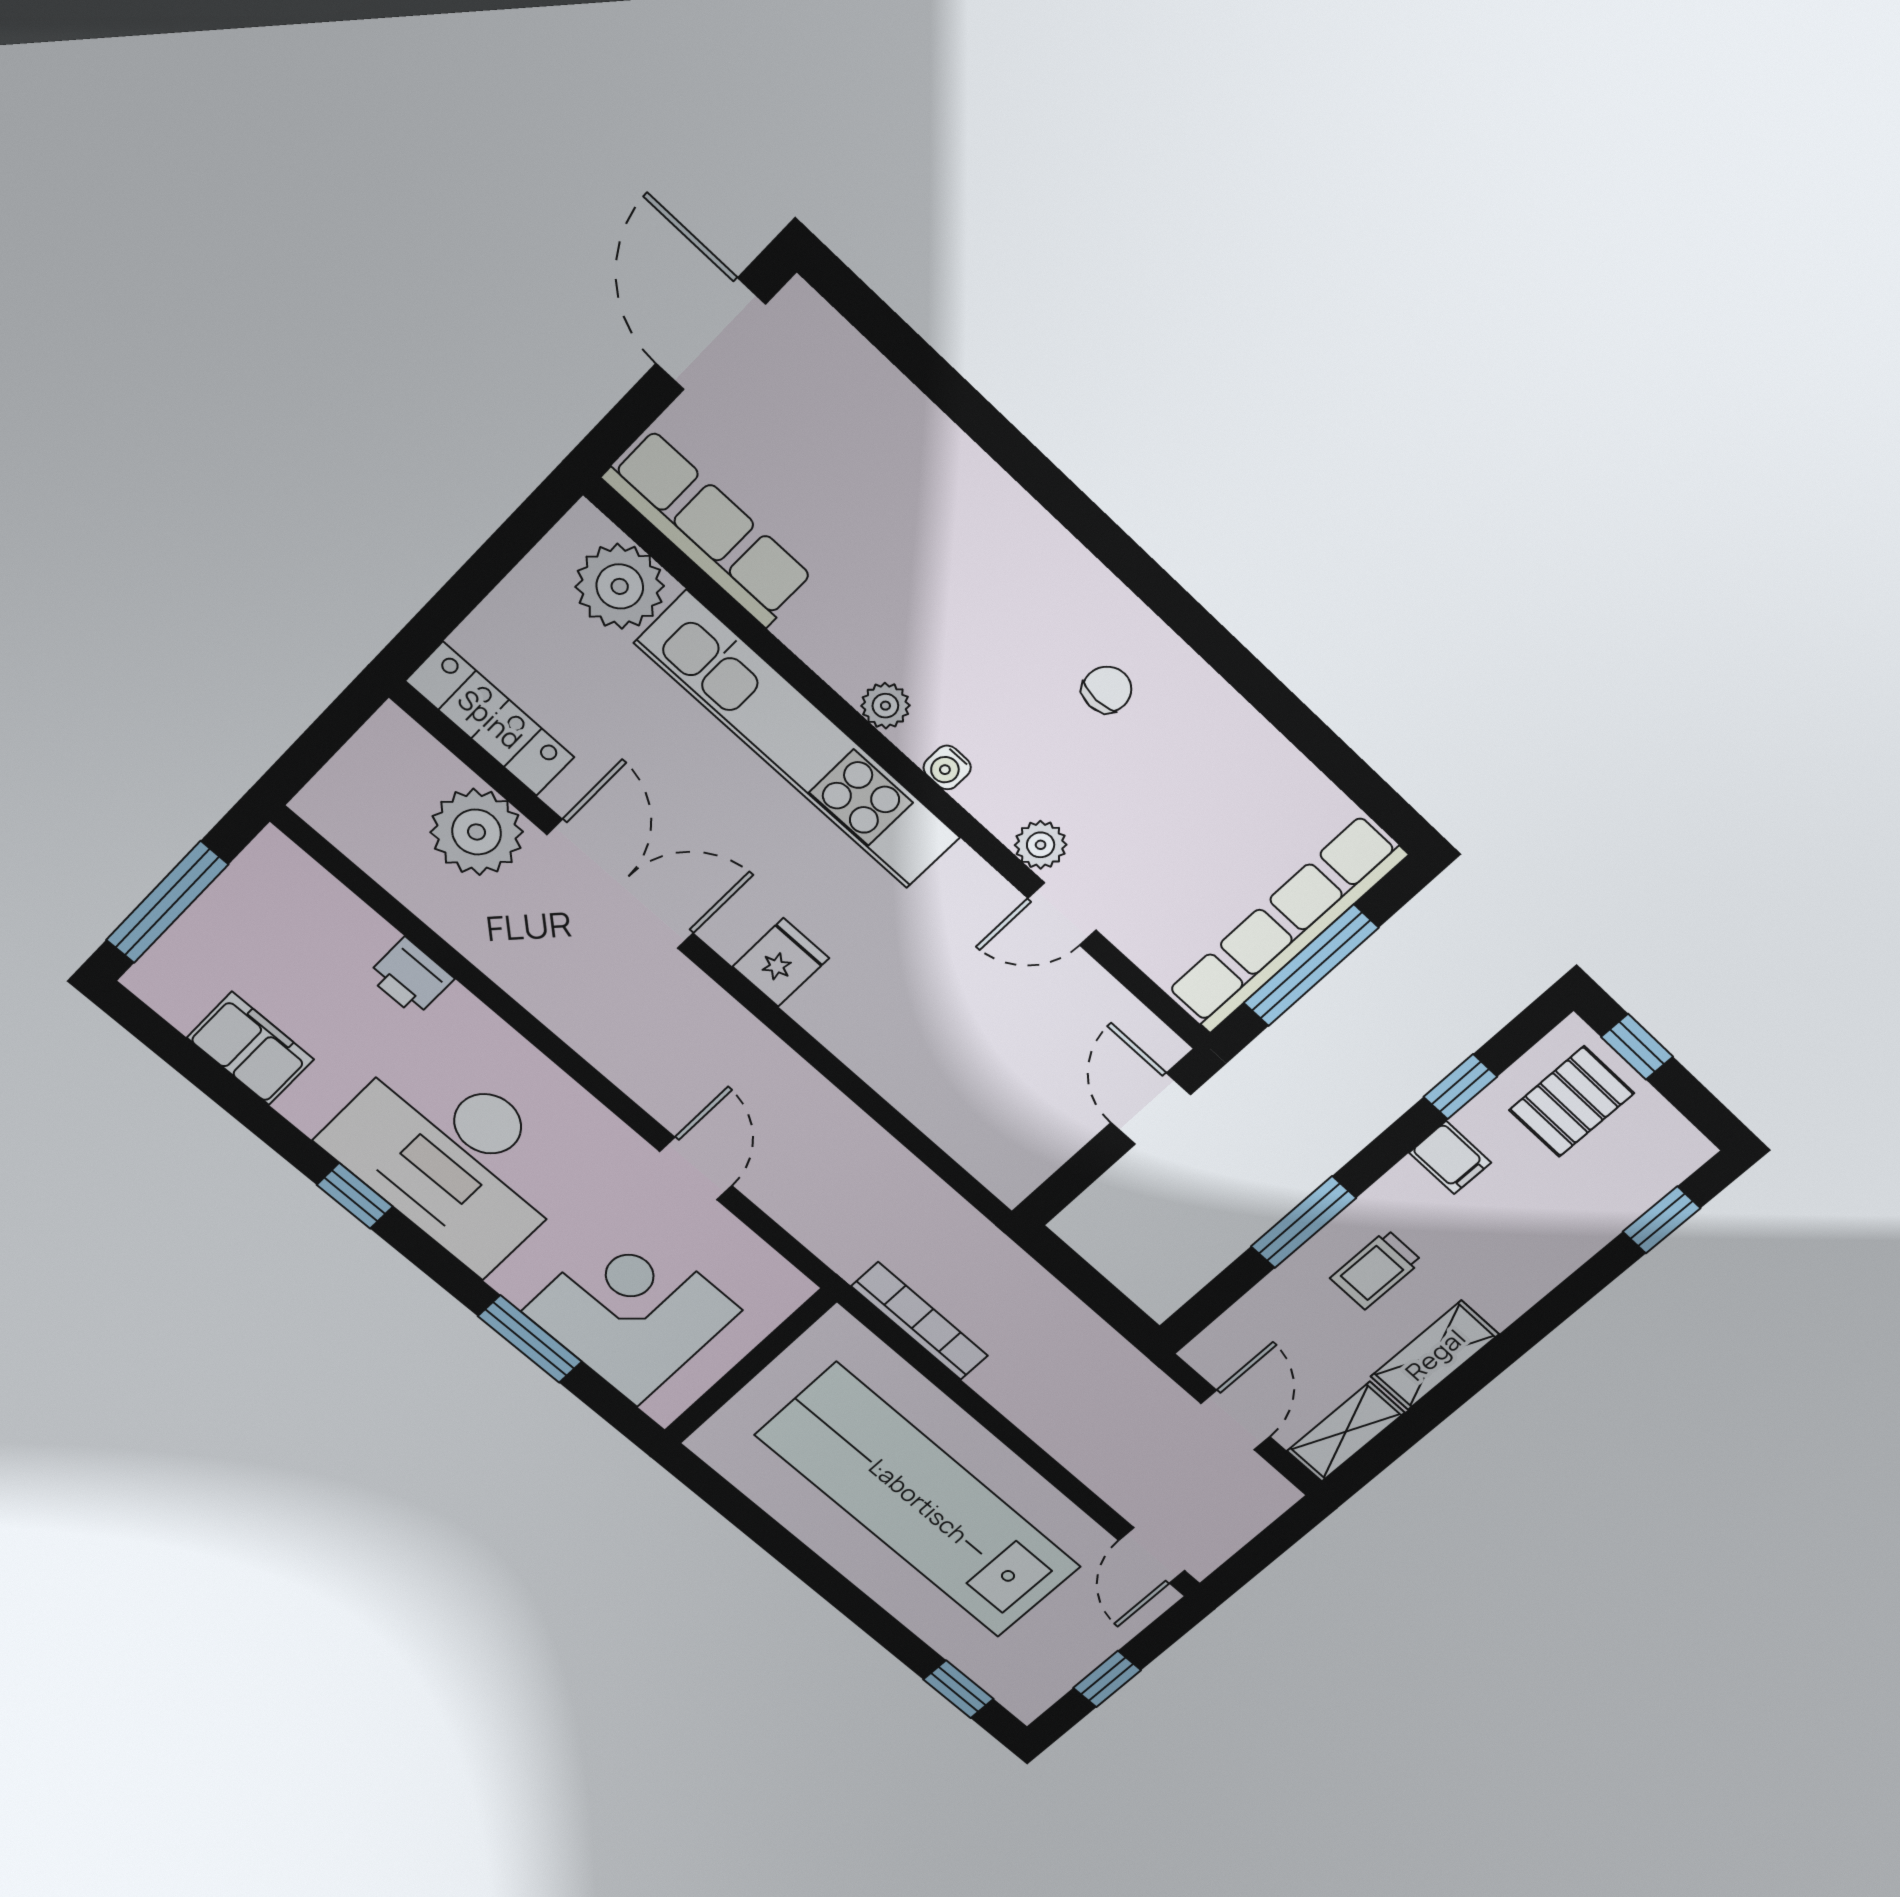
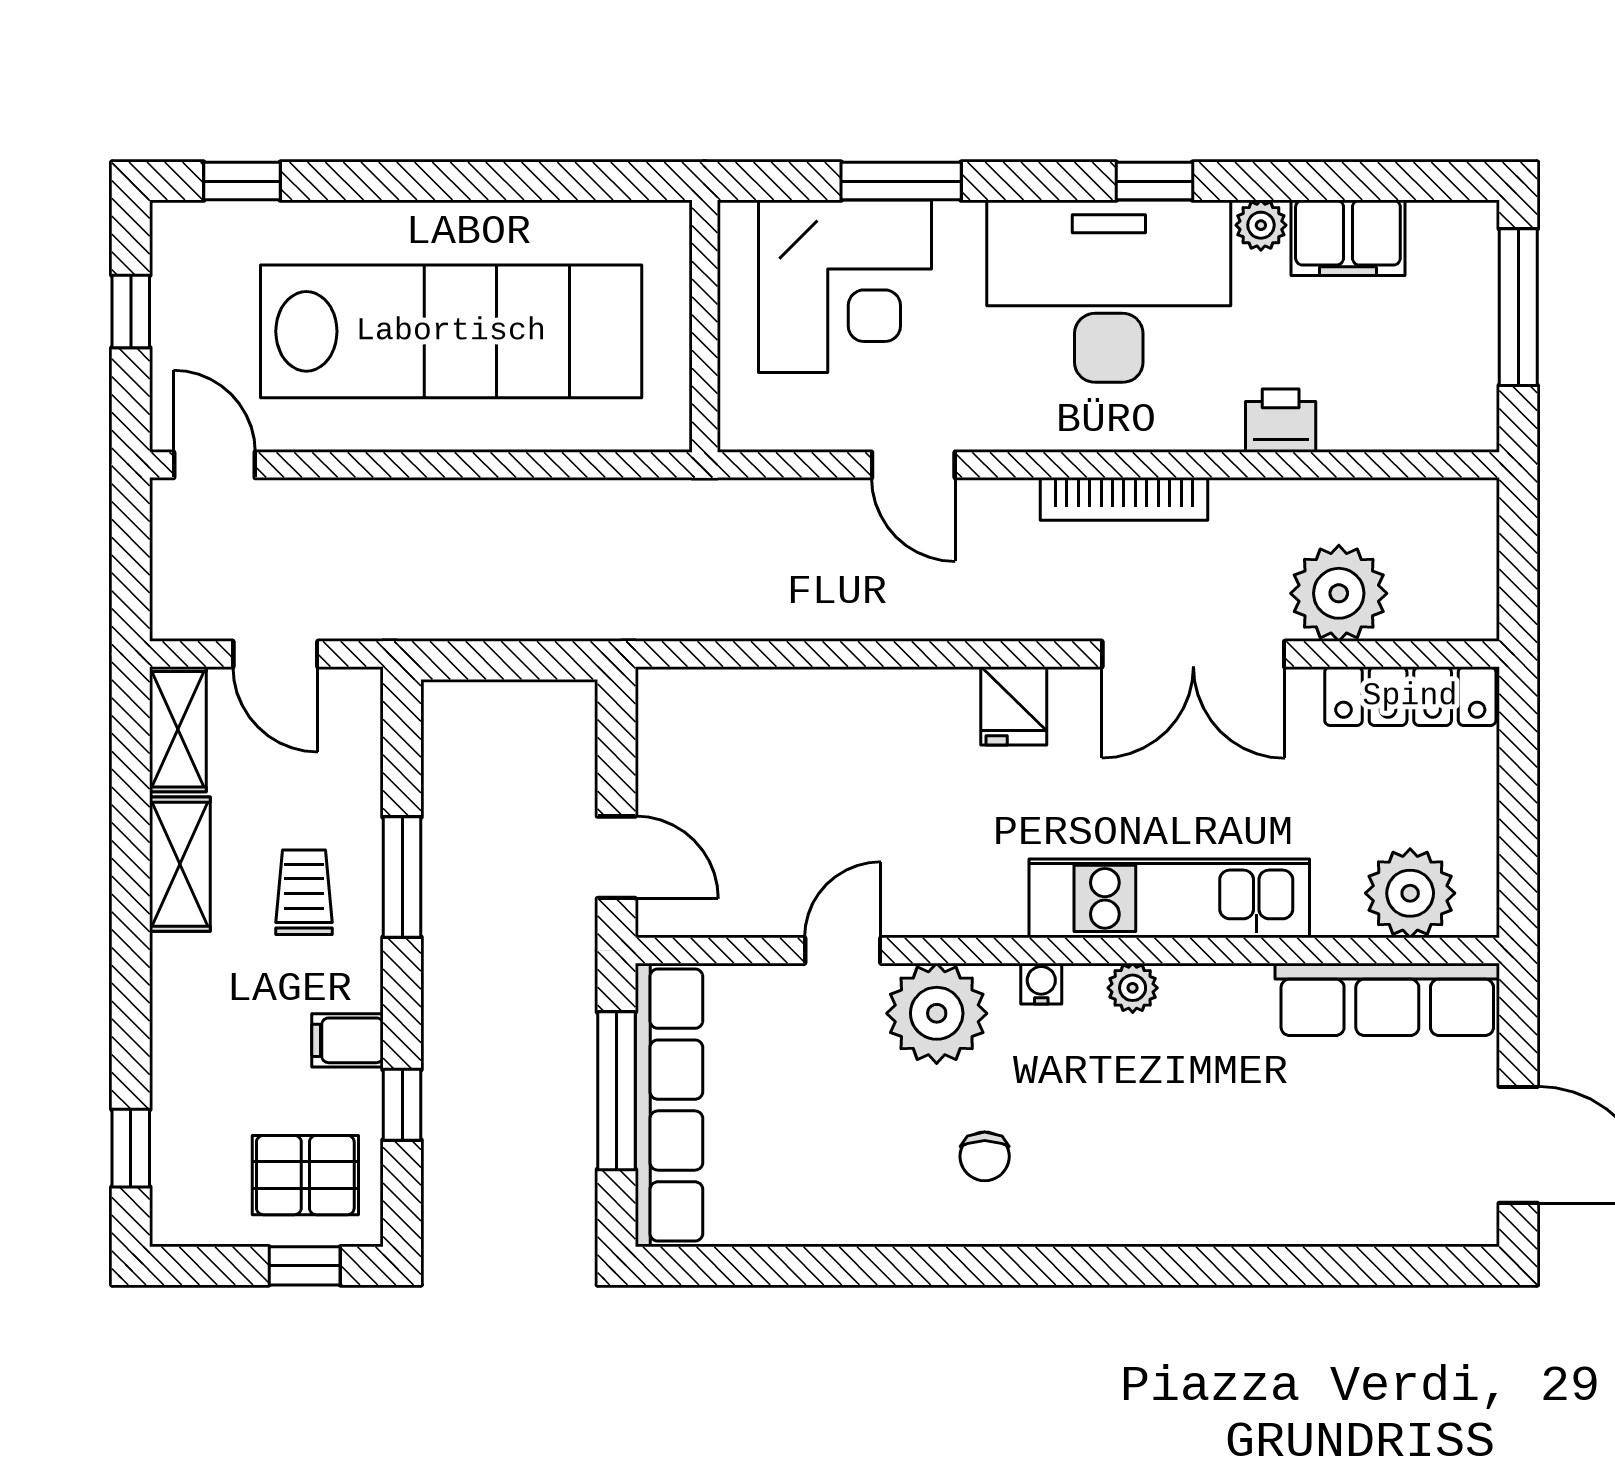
kitchen unit: (799, 741) -> (1169, 898), width x0.73
plant: (1041, 845) -> (937, 1013), width x1.87, depth x1.87
pallet: (1572, 1102) -> (305, 1175), turned 90
plant: (305, 1108) -> (1261, 225), added
bookcase: (920, 1321) -> (1124, 499), moved

